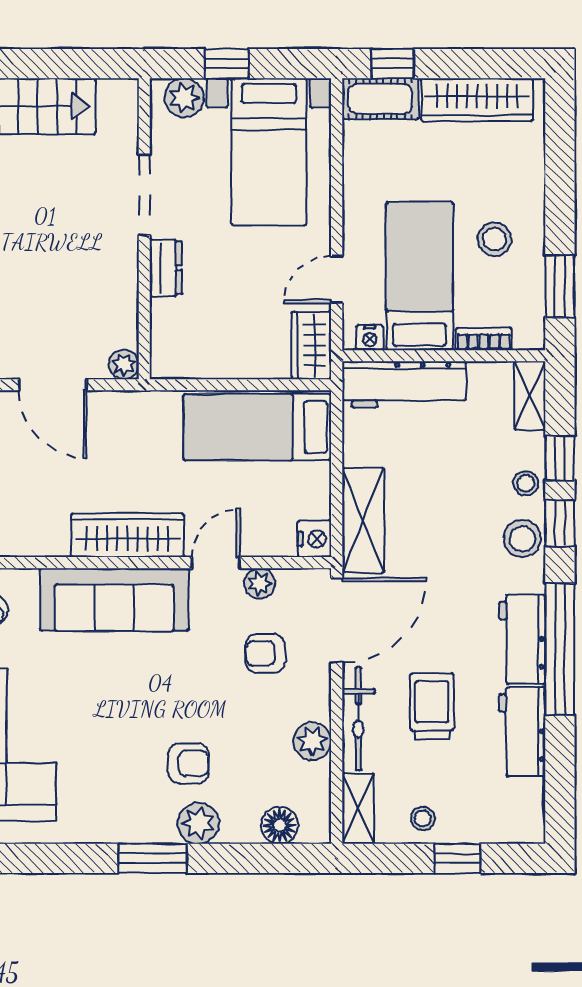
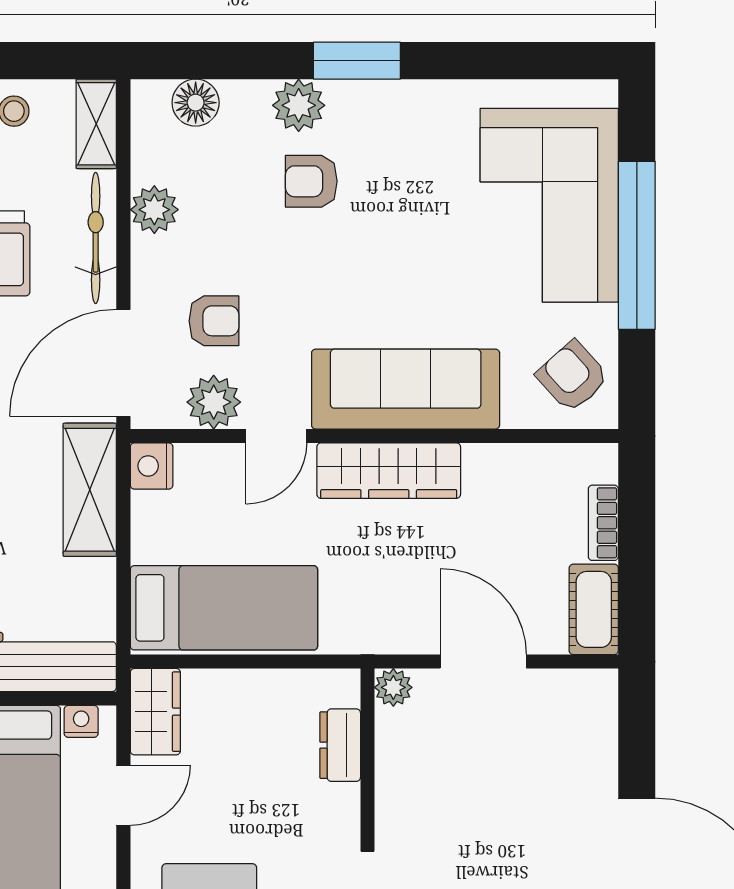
dresser: (166, 268) -> (340, 745), moved
plant: (260, 583) -> (214, 402), width x1.38, depth x1.38

